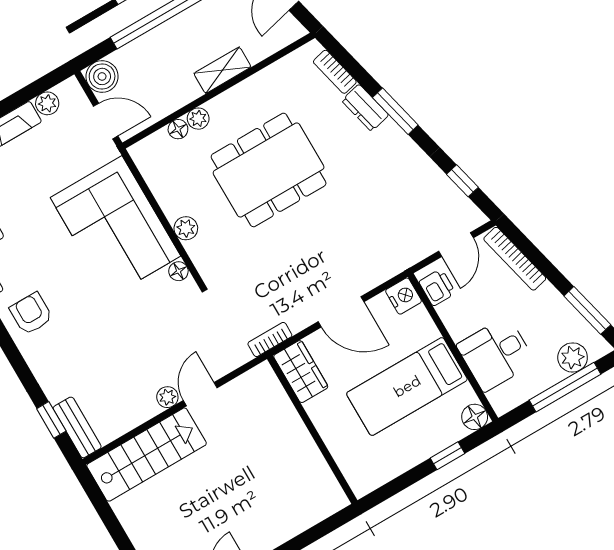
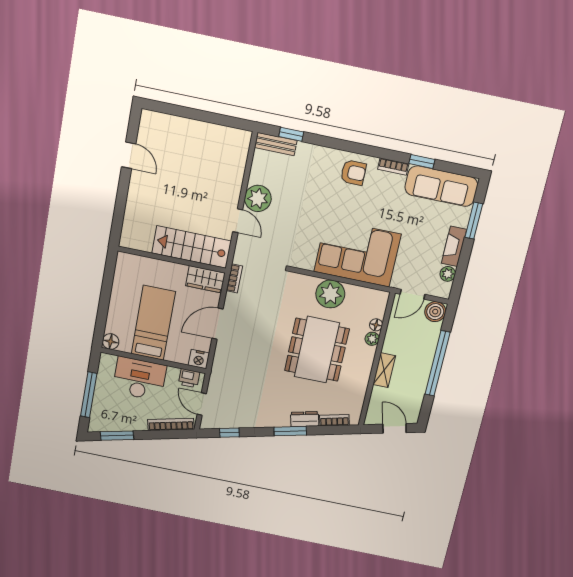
plant: (186, 228) -> (330, 294), width x1.87, depth x1.87
floor lamp: (178, 271) -> (308, 264), removed
desk: (496, 354) -> (139, 379), width x1.37
plant: (573, 357) -> (100, 410), removed
plant: (167, 397) -> (258, 198), width x1.88, depth x1.88
stairs: (147, 455) -> (192, 247), moved, turned 90
window: (447, 456) -> (102, 313), removed

